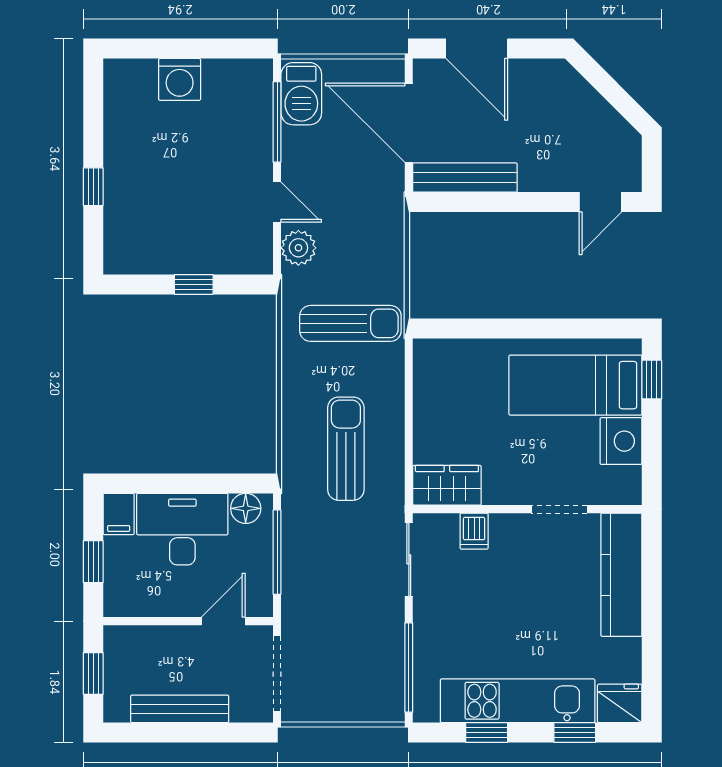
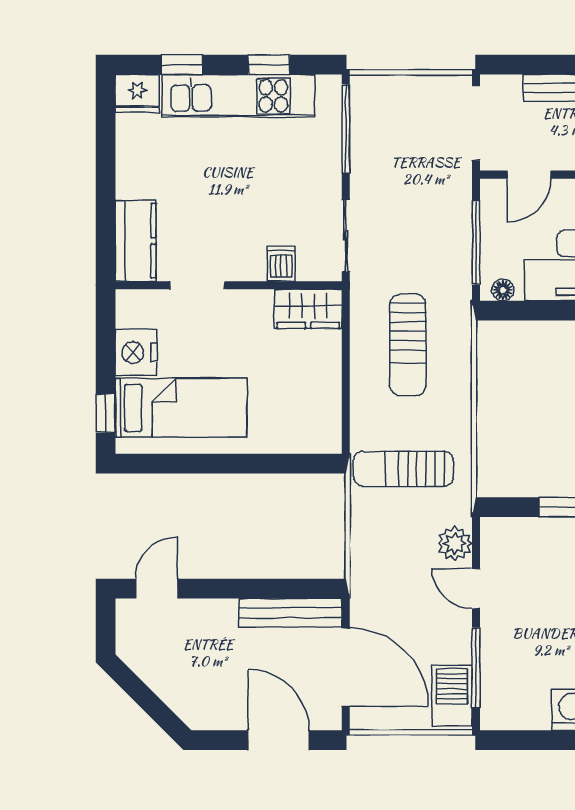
floor lamp: (246, 508) -> (503, 290), width x0.73, depth x0.73
kitchen counter: (621, 575) -> (136, 241), width x0.67

